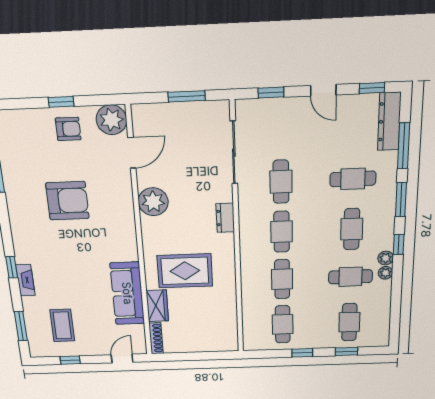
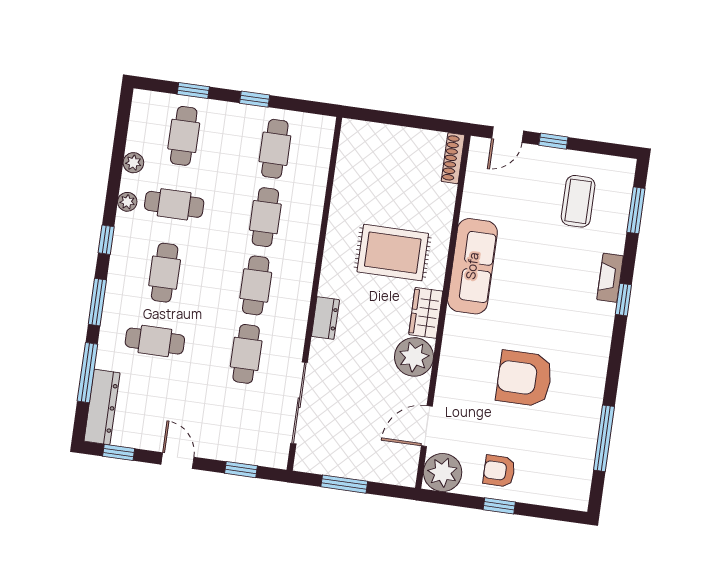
plant: (386, 258) -> (133, 163), moved
sofa: (127, 293) -> (472, 266), moved
wardrobe: (157, 306) -> (426, 313), moved
window: (70, 360) -> (553, 141), moved

